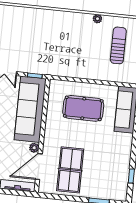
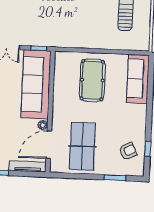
pool table: (83, 108) -> (92, 80), turned 90
armchair: (113, 177) -> (128, 151), added

